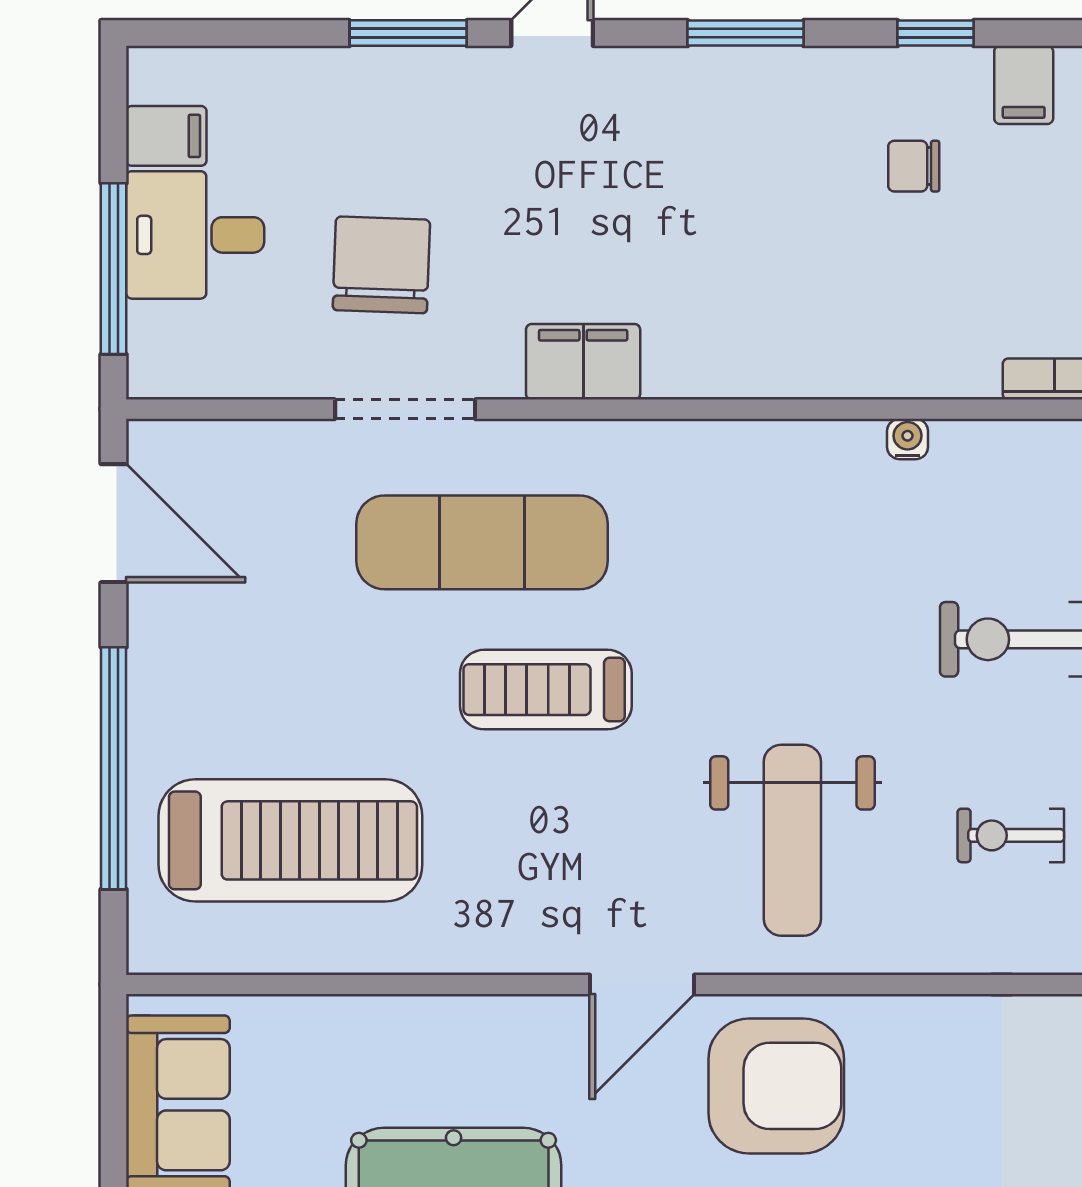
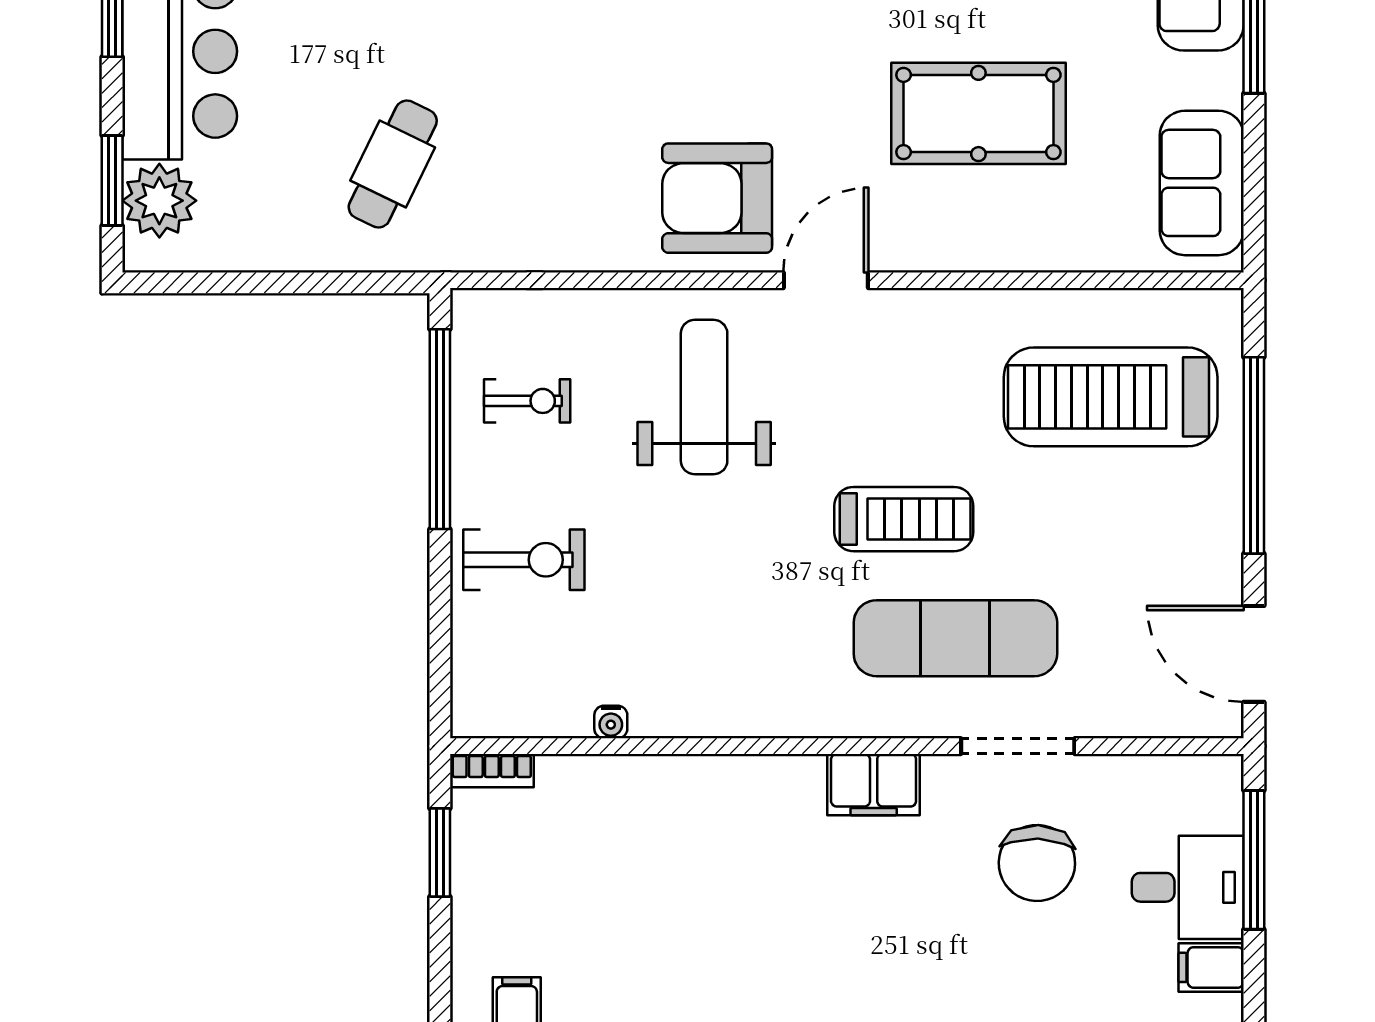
chair: (914, 166) -> (606, 943), removed

